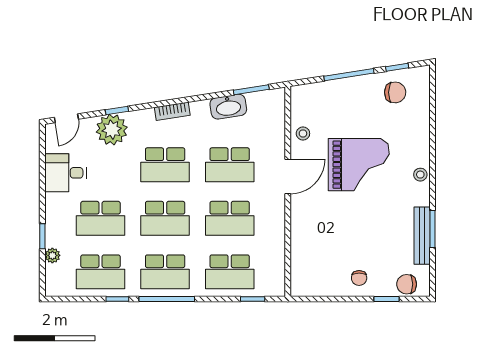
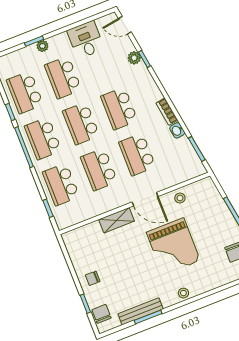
washbasin: (228, 107) -> (177, 130), width x0.52, depth x0.69
bookcase: (172, 111) -> (167, 112), moved
plant: (112, 130) -> (134, 58), width x0.53, depth x0.53
shelving: (300, 221) -> (117, 220), added
plant: (52, 255) -> (42, 46), moved

